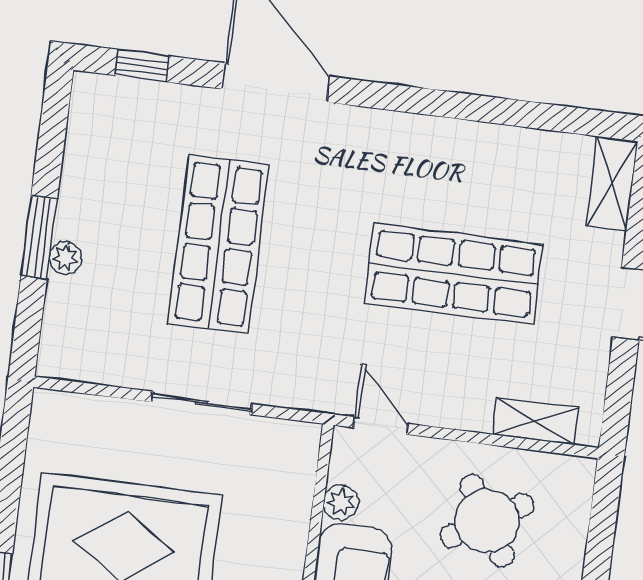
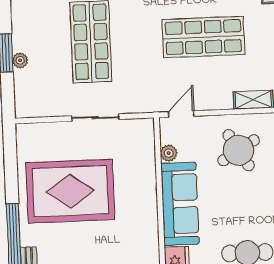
door: (381, 426) -> (181, 114), hinge flipped

